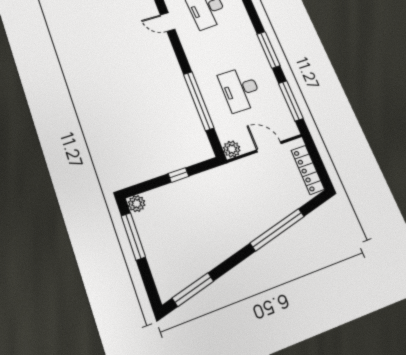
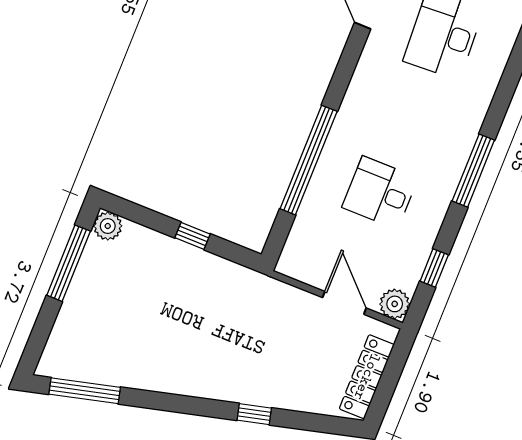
desk: (240, 89) -> (380, 193), width x0.73
window: (291, 101) -> (434, 268), width x0.46
plant: (232, 149) -> (395, 304), moved
window: (277, 230) -> (254, 414), width x0.32

